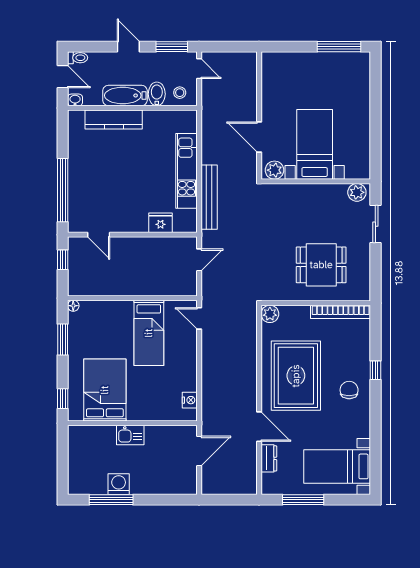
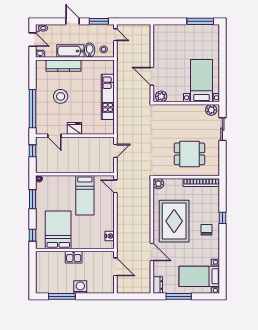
bed with nightstands: (315, 144) -> (201, 81), moved
stool: (109, 170) -> (61, 96), added
bench: (209, 197) -> (121, 113), removed
fridge: (160, 223) -> (74, 128), moved
door: (199, 451) -> (115, 267), hinge flipped
dresser: (269, 458) -> (158, 285), moved
washing machine: (119, 484) -> (80, 287), moved

